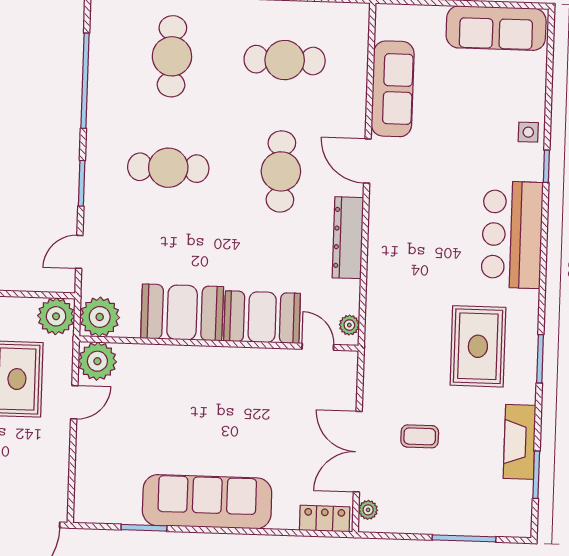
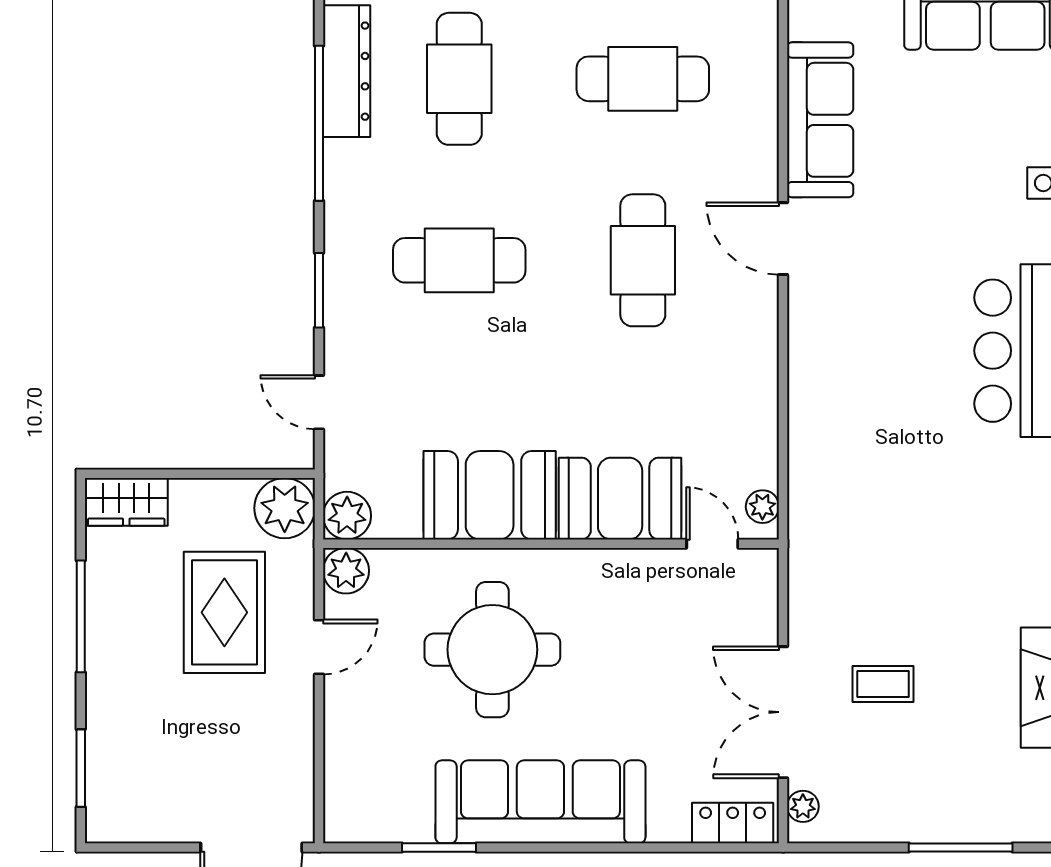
dresser: (348, 238) -> (347, 71), moved, turned 180
door: (79, 252) -> (319, 402), hinge flipped
plant: (100, 317) -> (347, 516), width x0.73, depth x0.73
rug: (478, 346) -> (973, 534), removed
plant: (97, 361) -> (346, 571), width x0.73, depth x0.73
round table: (181, 407) -> (492, 650), added

